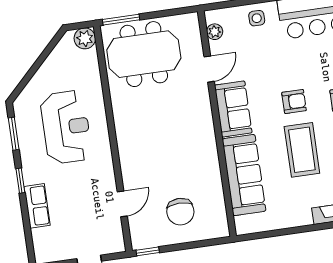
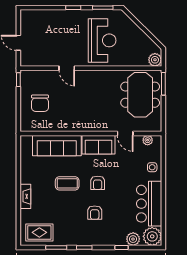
reception desk: (66, 127) -> (102, 40), turned -90
coffee table: (302, 150) -> (67, 183), width x0.73, depth x0.76
door: (122, 204) -> (67, 68), moved
row of seats: (37, 206) -> (56, 16), removed
chair: (180, 212) -> (40, 103), turned -90

